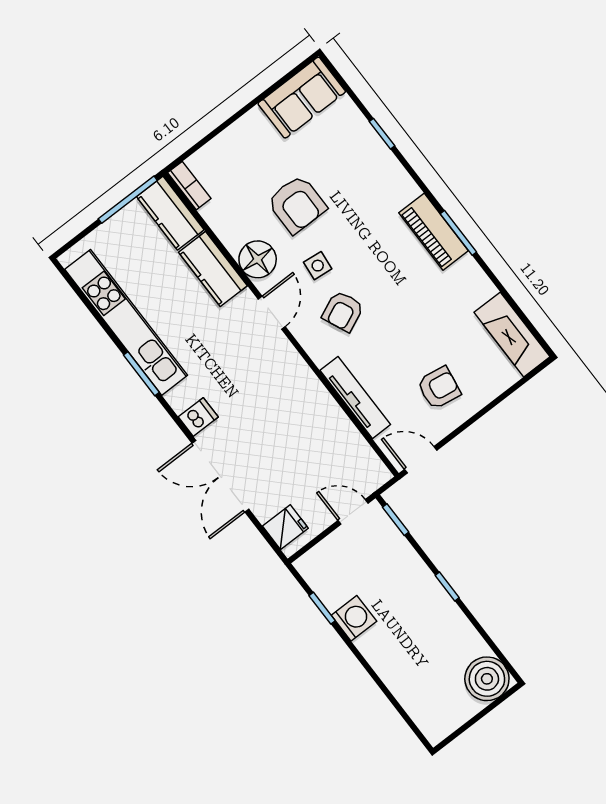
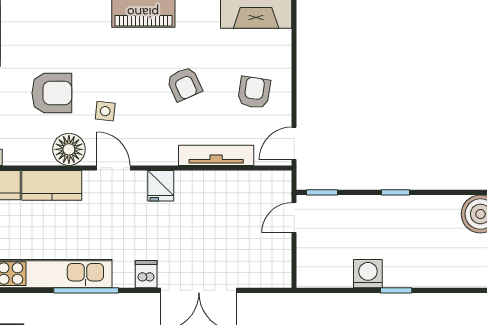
armchair: (343, 311) -> (184, 84), moved
window: (141, 374) -> (86, 290), width x1.44
fridge: (285, 527) -> (161, 186), moved, turned 180
window: (322, 608) -> (396, 290), moved

